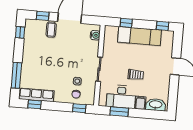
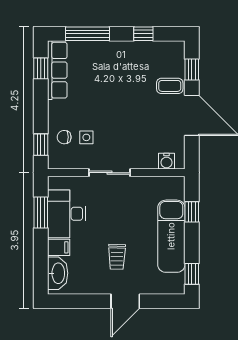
window: (20, 32) -> (143, 34), moved
trolley: (136, 75) -> (117, 257), moved

